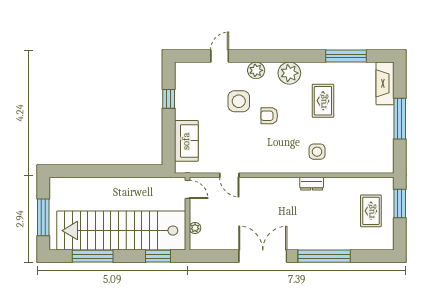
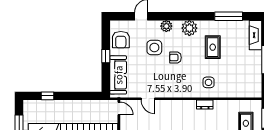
armchair: (190, 90) -> (121, 40), added
window: (169, 99) -> (106, 56), moved
sofa: (186, 141) -> (118, 75), width x1.36
window: (84, 171) -> (47, 96), added

